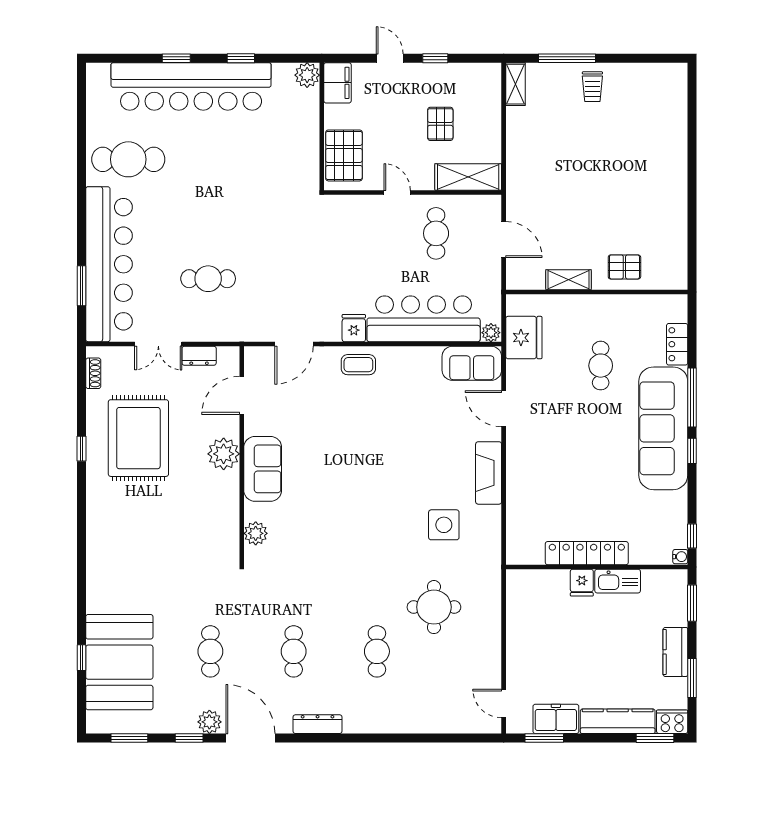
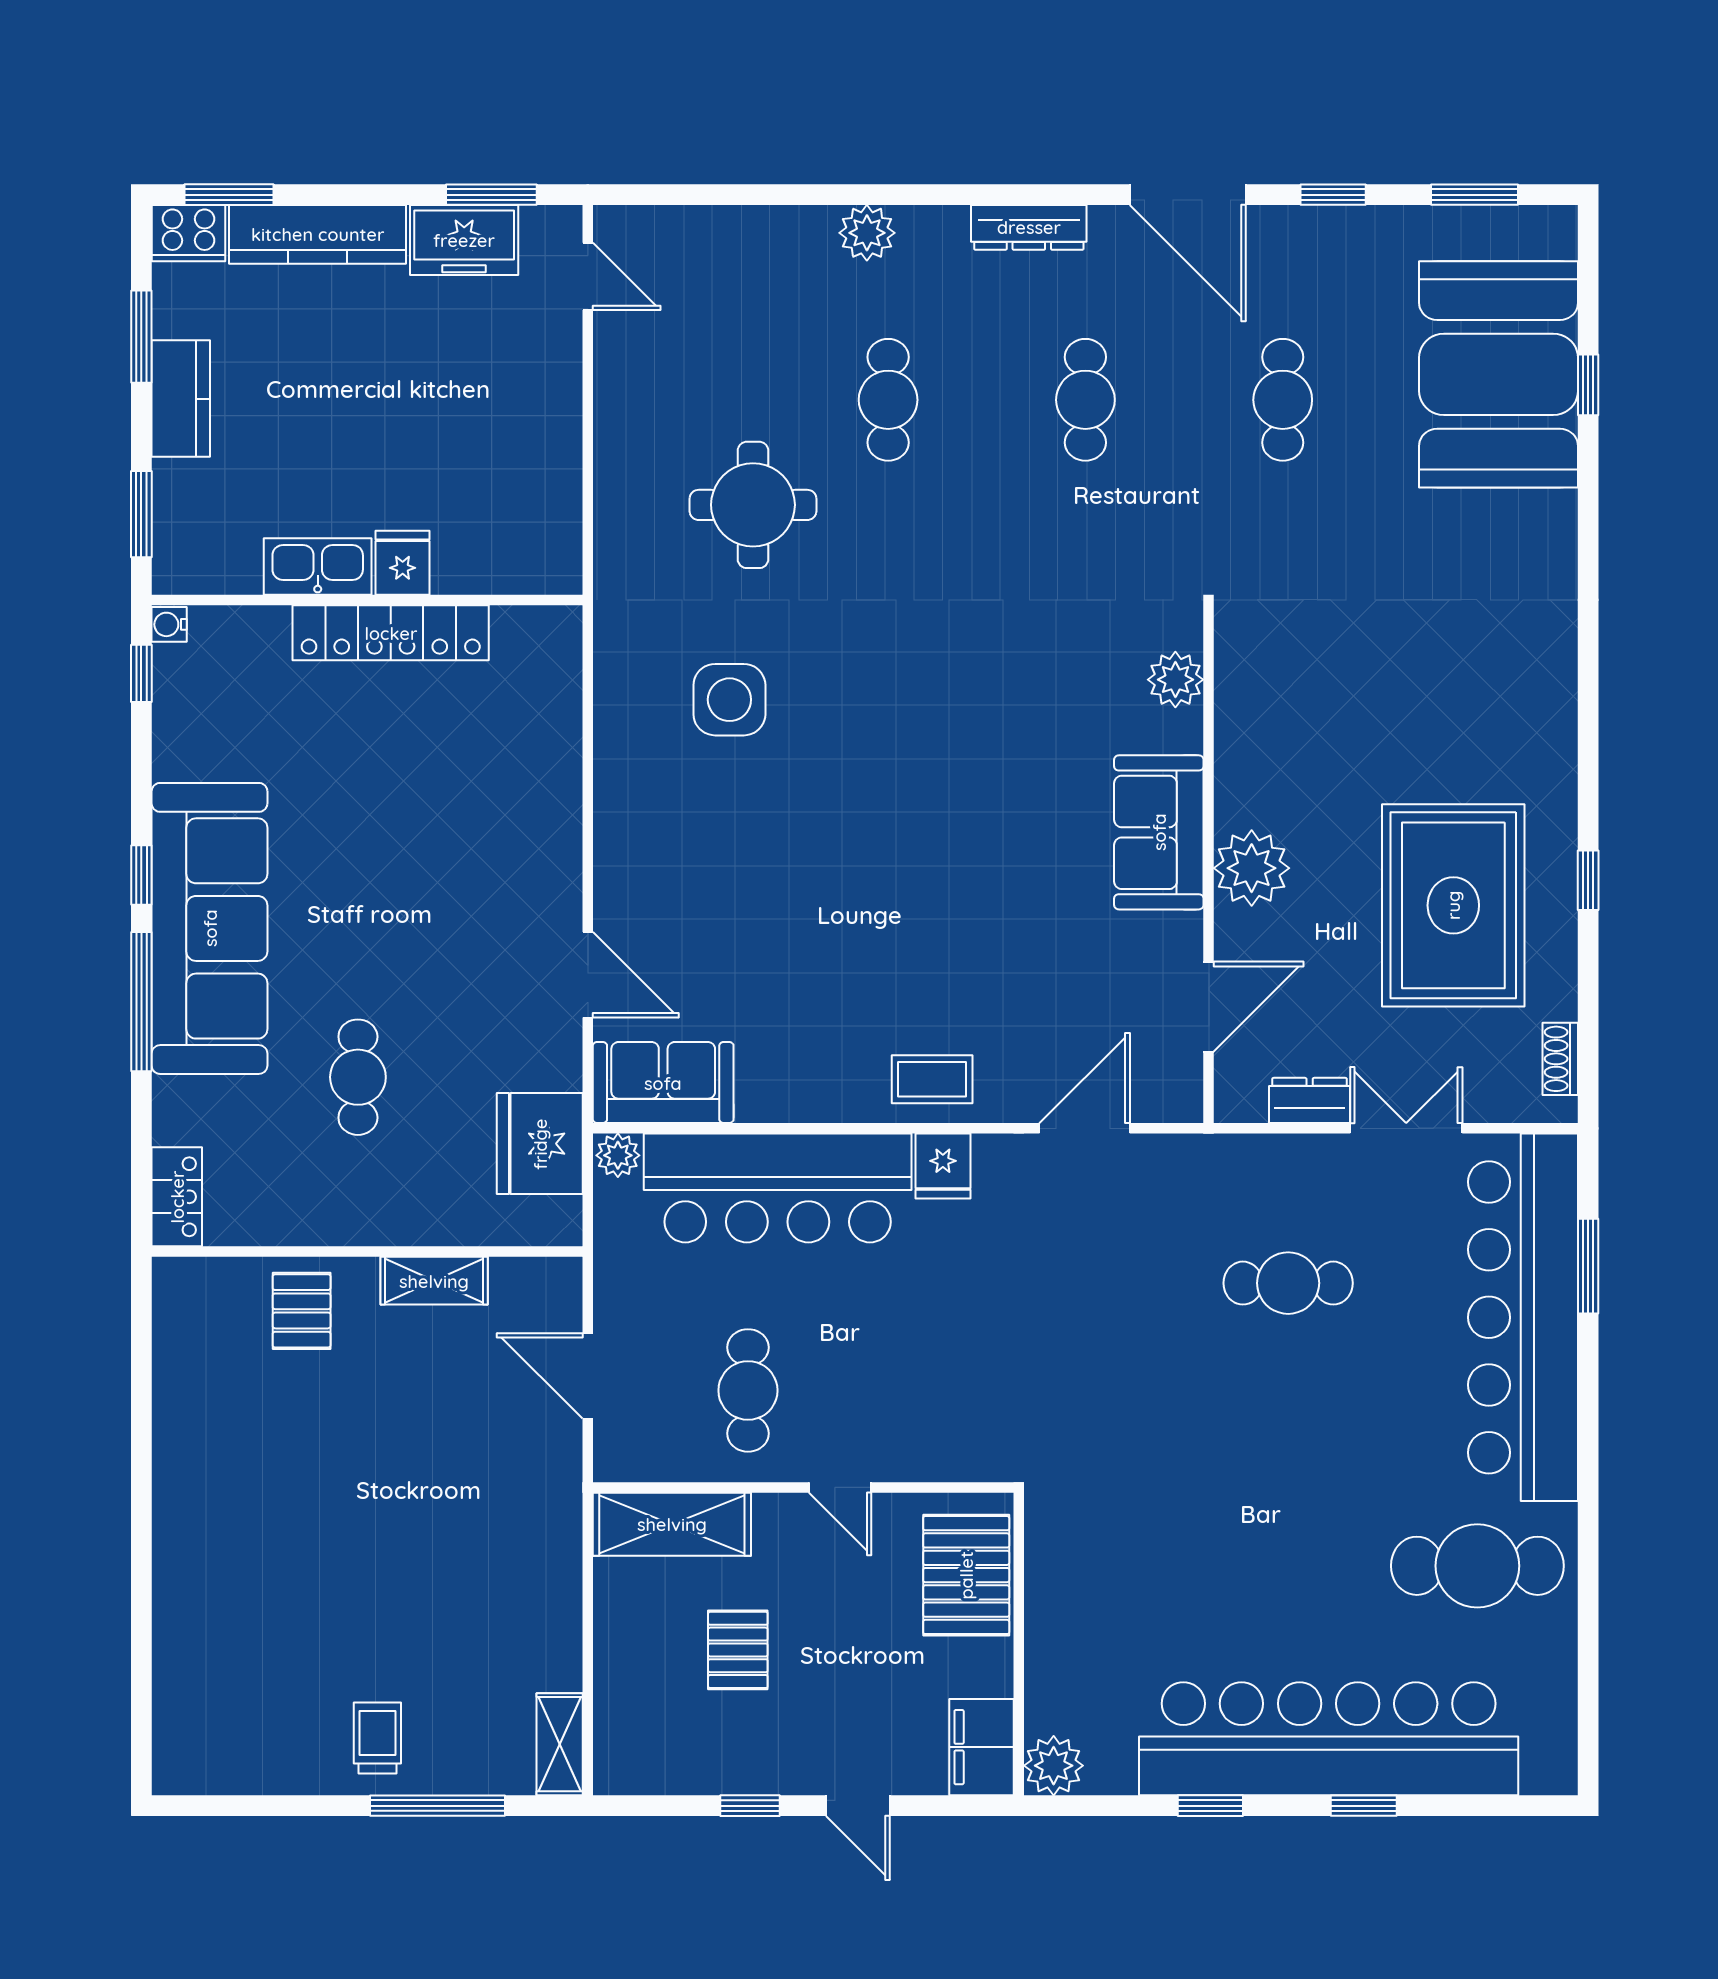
pallet: (624, 267) -> (302, 1311), turned 90
locker: (677, 344) -> (177, 1197), moved
fireplace: (489, 473) -> (623, 823), removed
plant: (209, 722) -> (867, 233), moved

